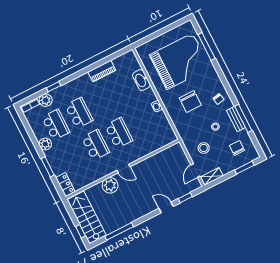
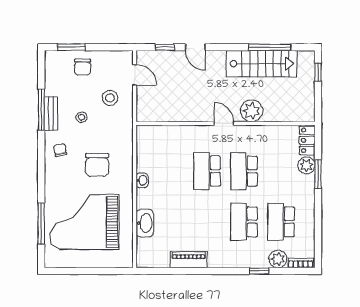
chair: (190, 102) -> (97, 165), turned 180
plant: (45, 144) -> (306, 165), moved
chair: (237, 148) -> (83, 67), moved
door: (196, 170) -> (135, 75), hinge flipped
shelving: (212, 176) -> (118, 57), removed
stairs: (87, 217) -> (262, 64), moved, turned -90

